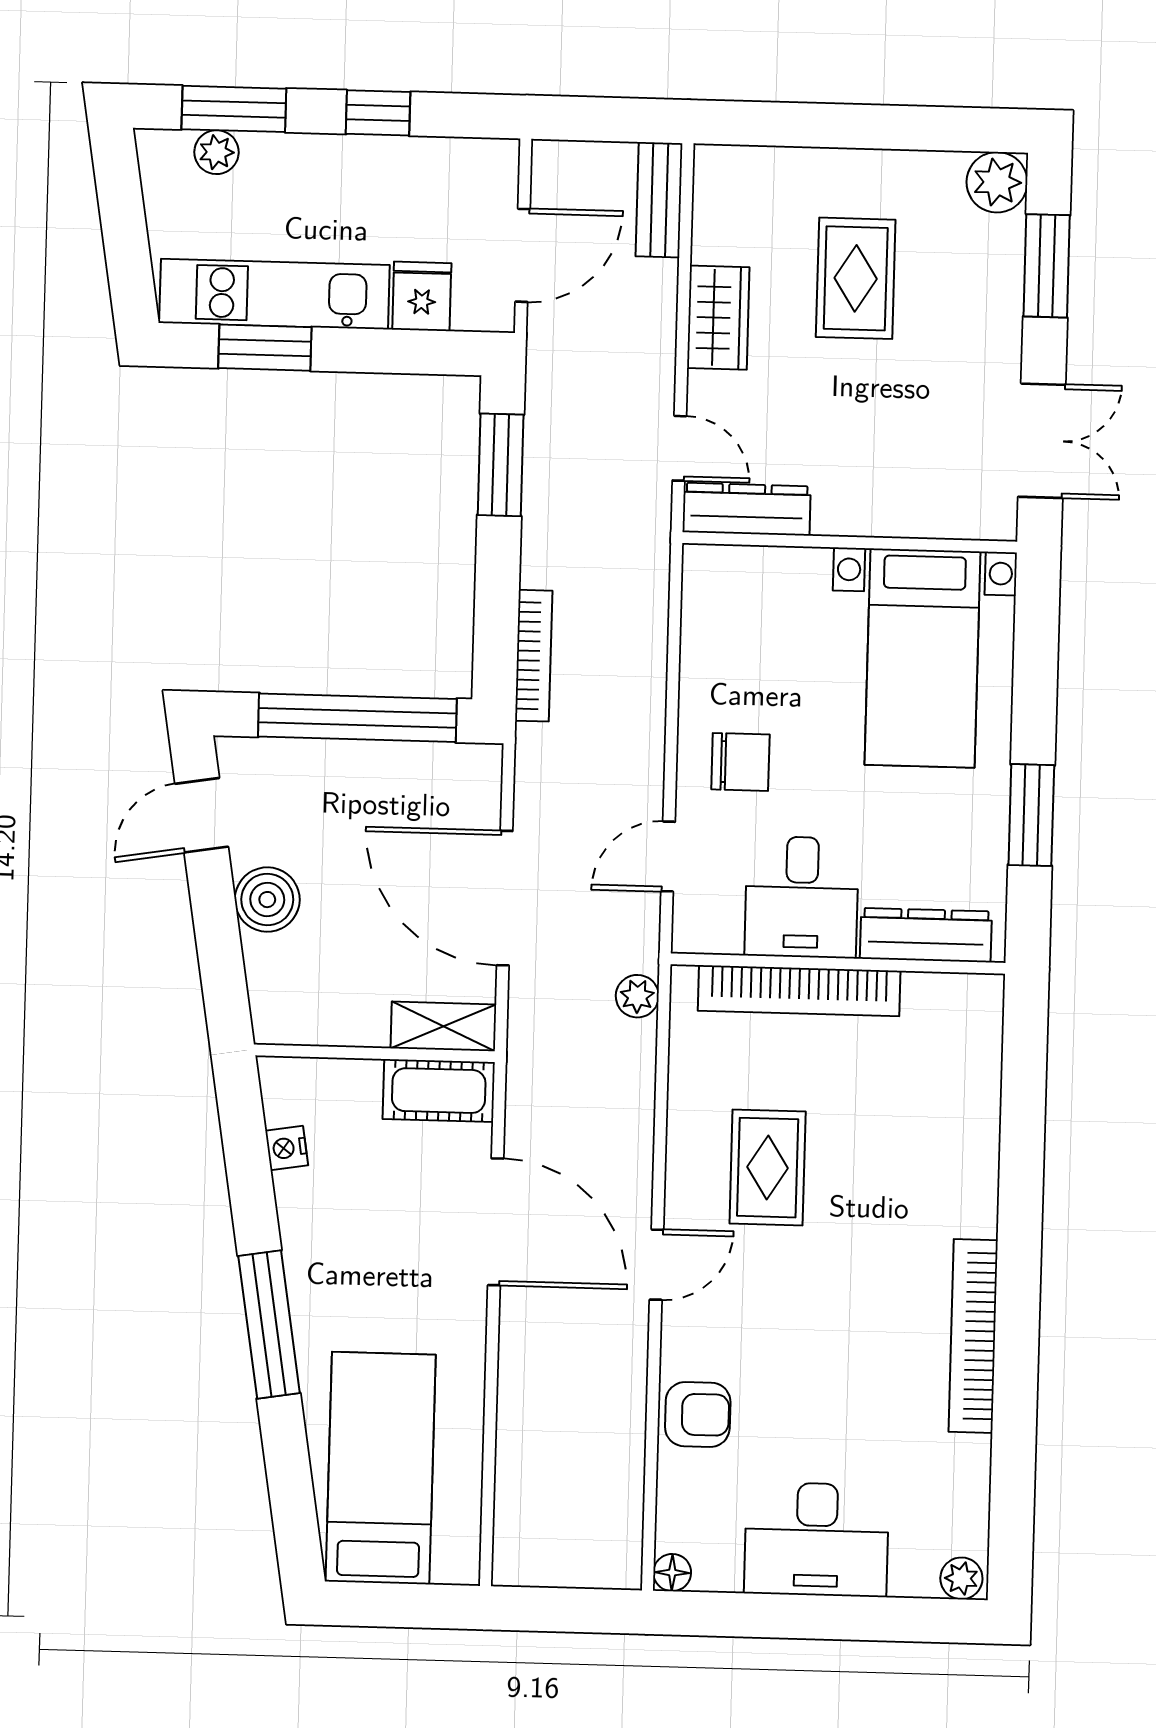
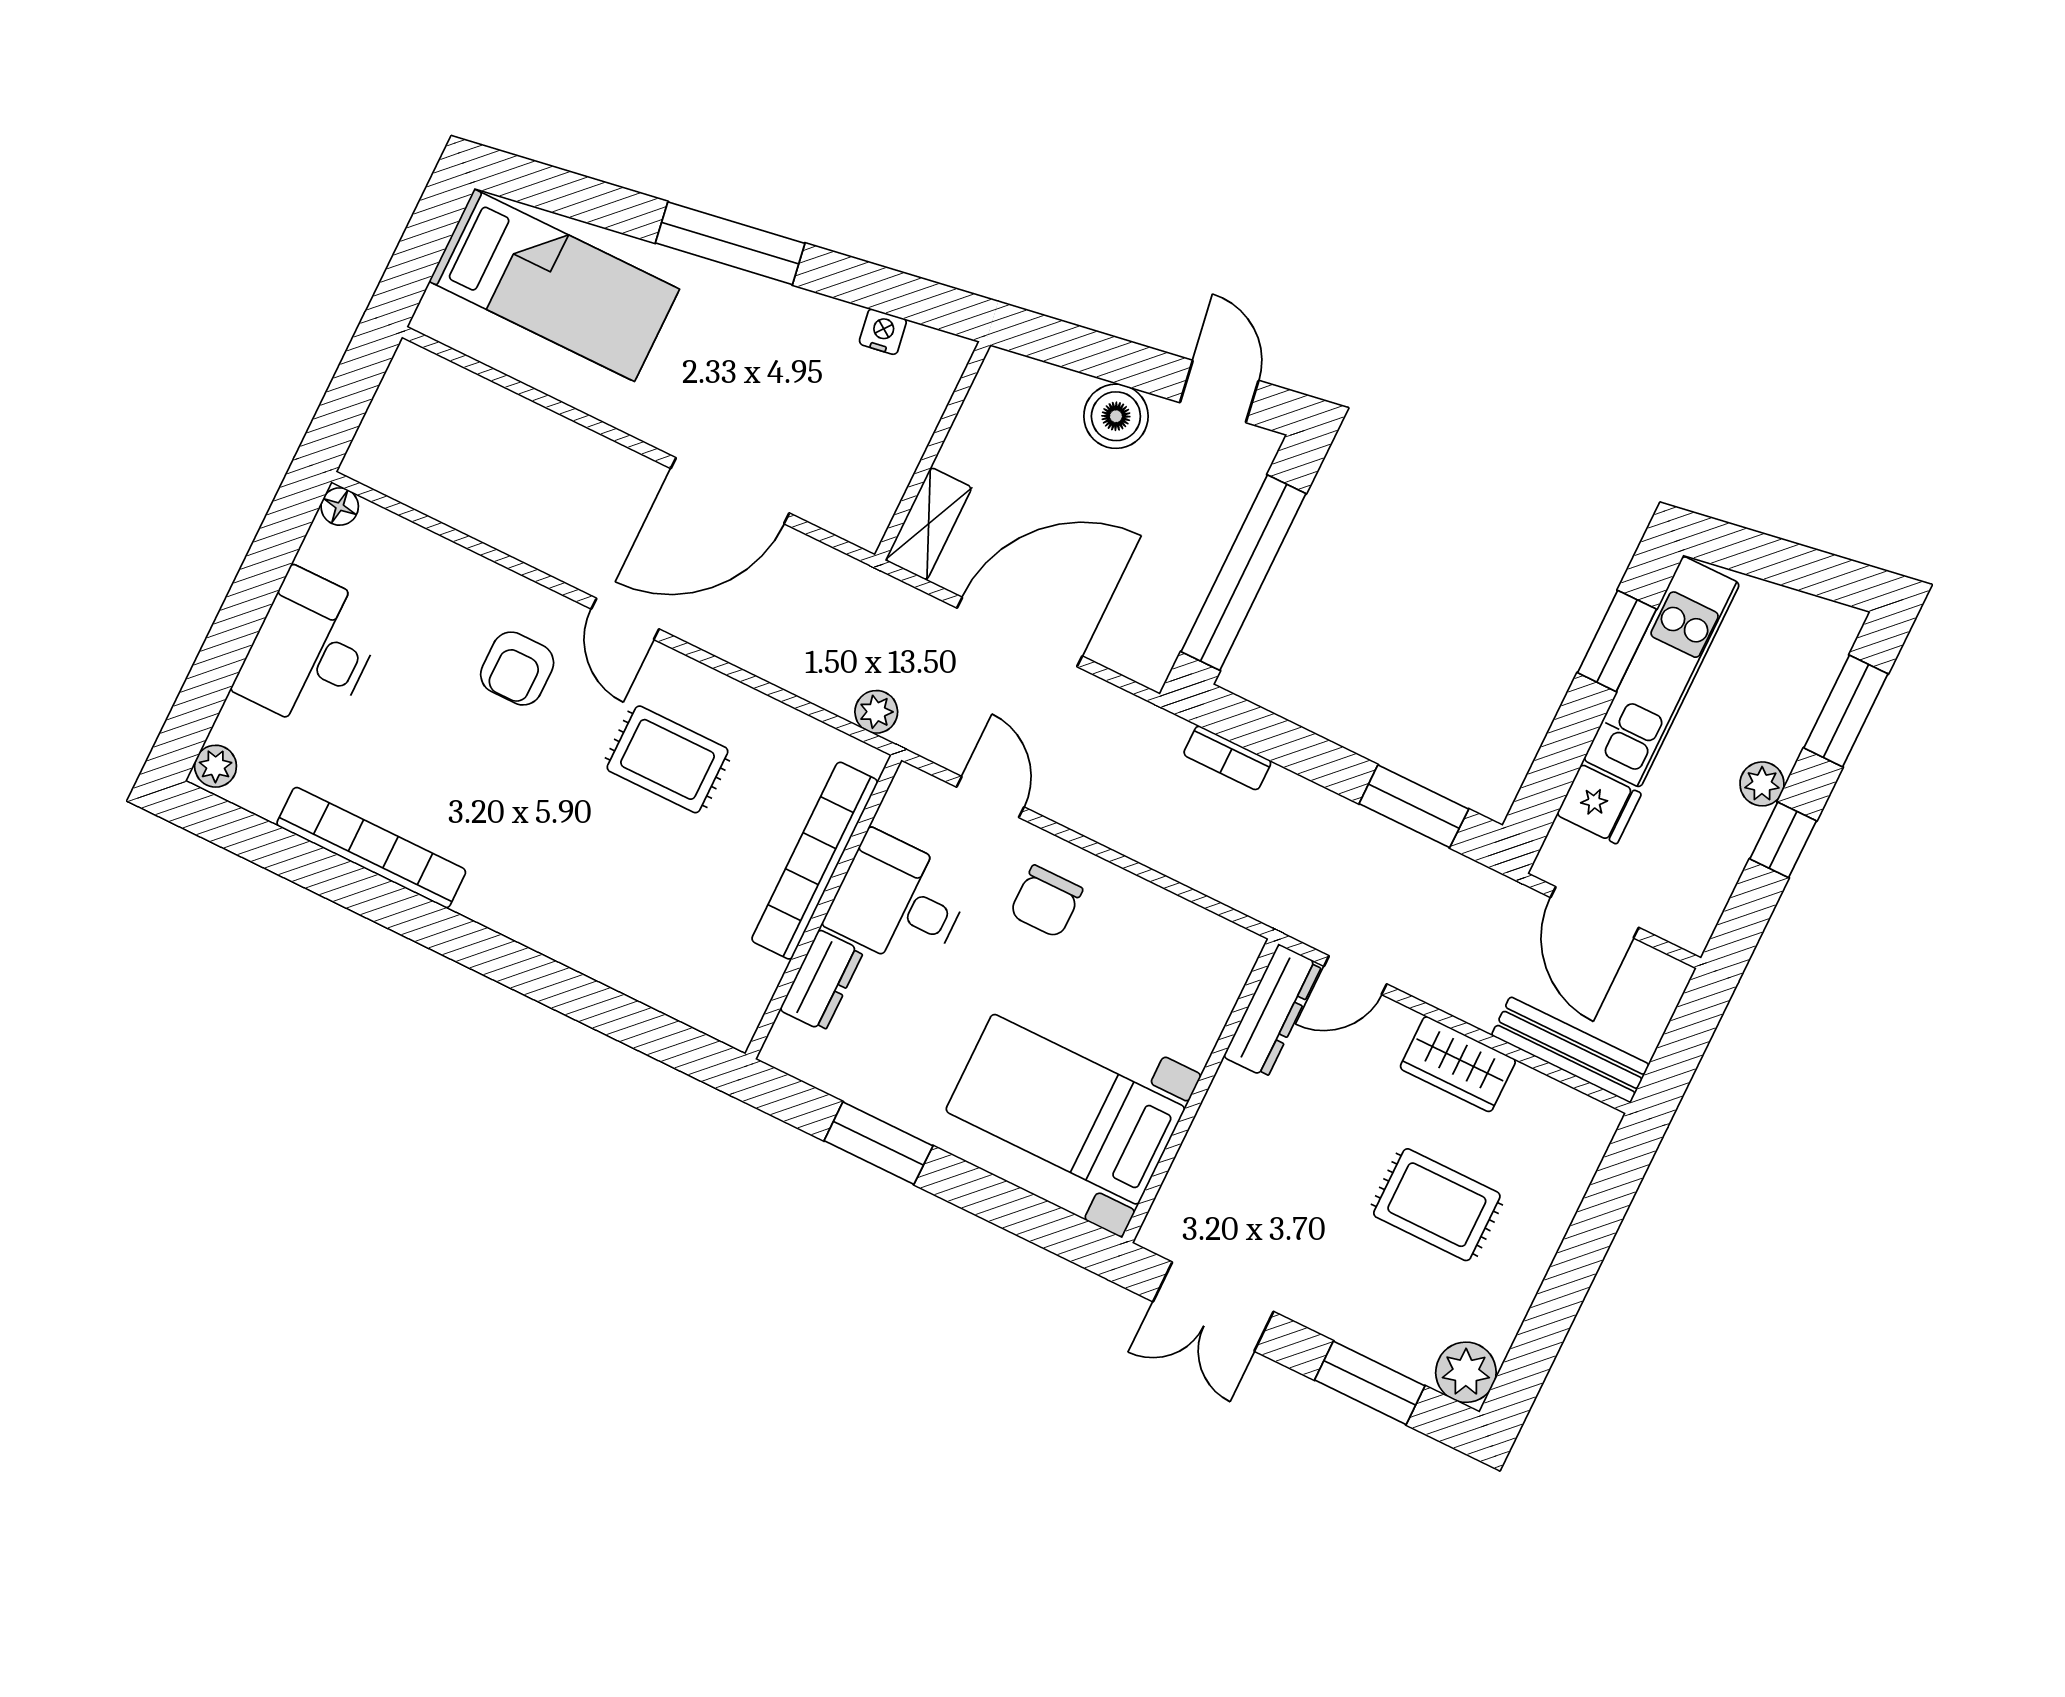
plant: (216, 152) -> (1762, 784), moved
bench: (659, 200) -> (1570, 1050), width x1.36
bookcase: (534, 656) -> (1227, 758), width x0.64
dresser: (926, 935) -> (822, 981), width x0.70
cot: (439, 1091) -> (872, 493), removed
bookcase: (973, 1336) -> (371, 848), moved
armchair: (698, 1414) -> (517, 669), moved

